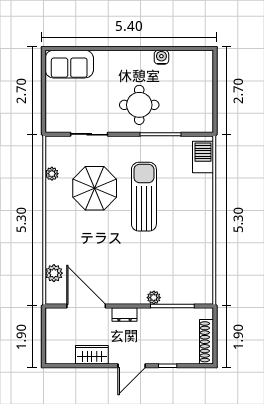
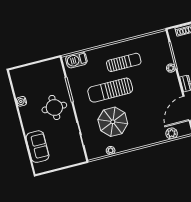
sofa: (69, 64) -> (38, 147), moved
sun lounger: (181, 228) -> (124, 62), added

